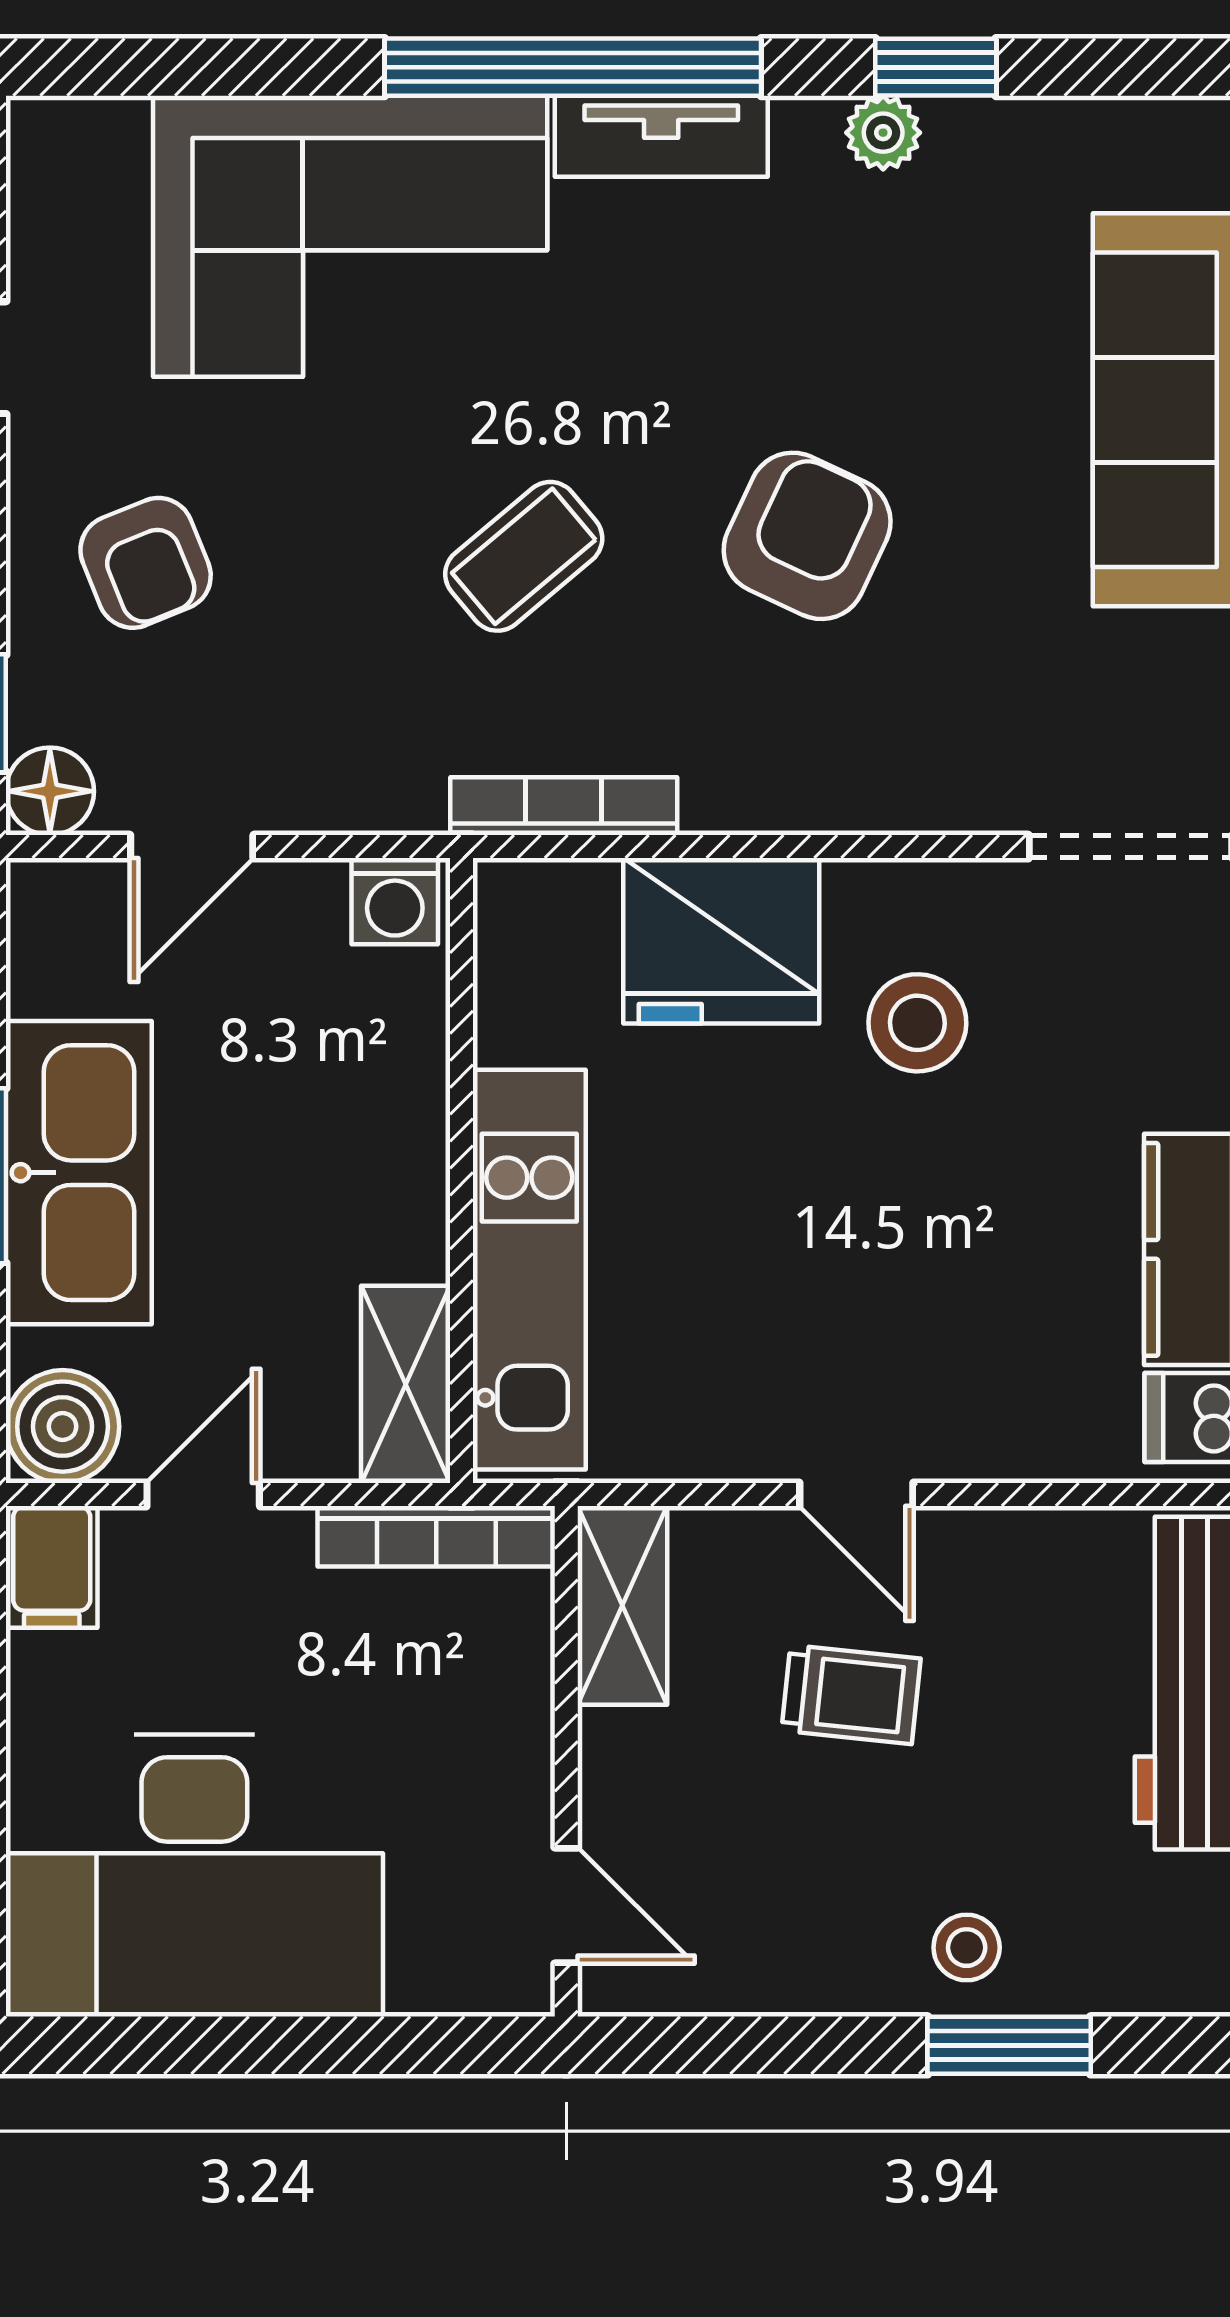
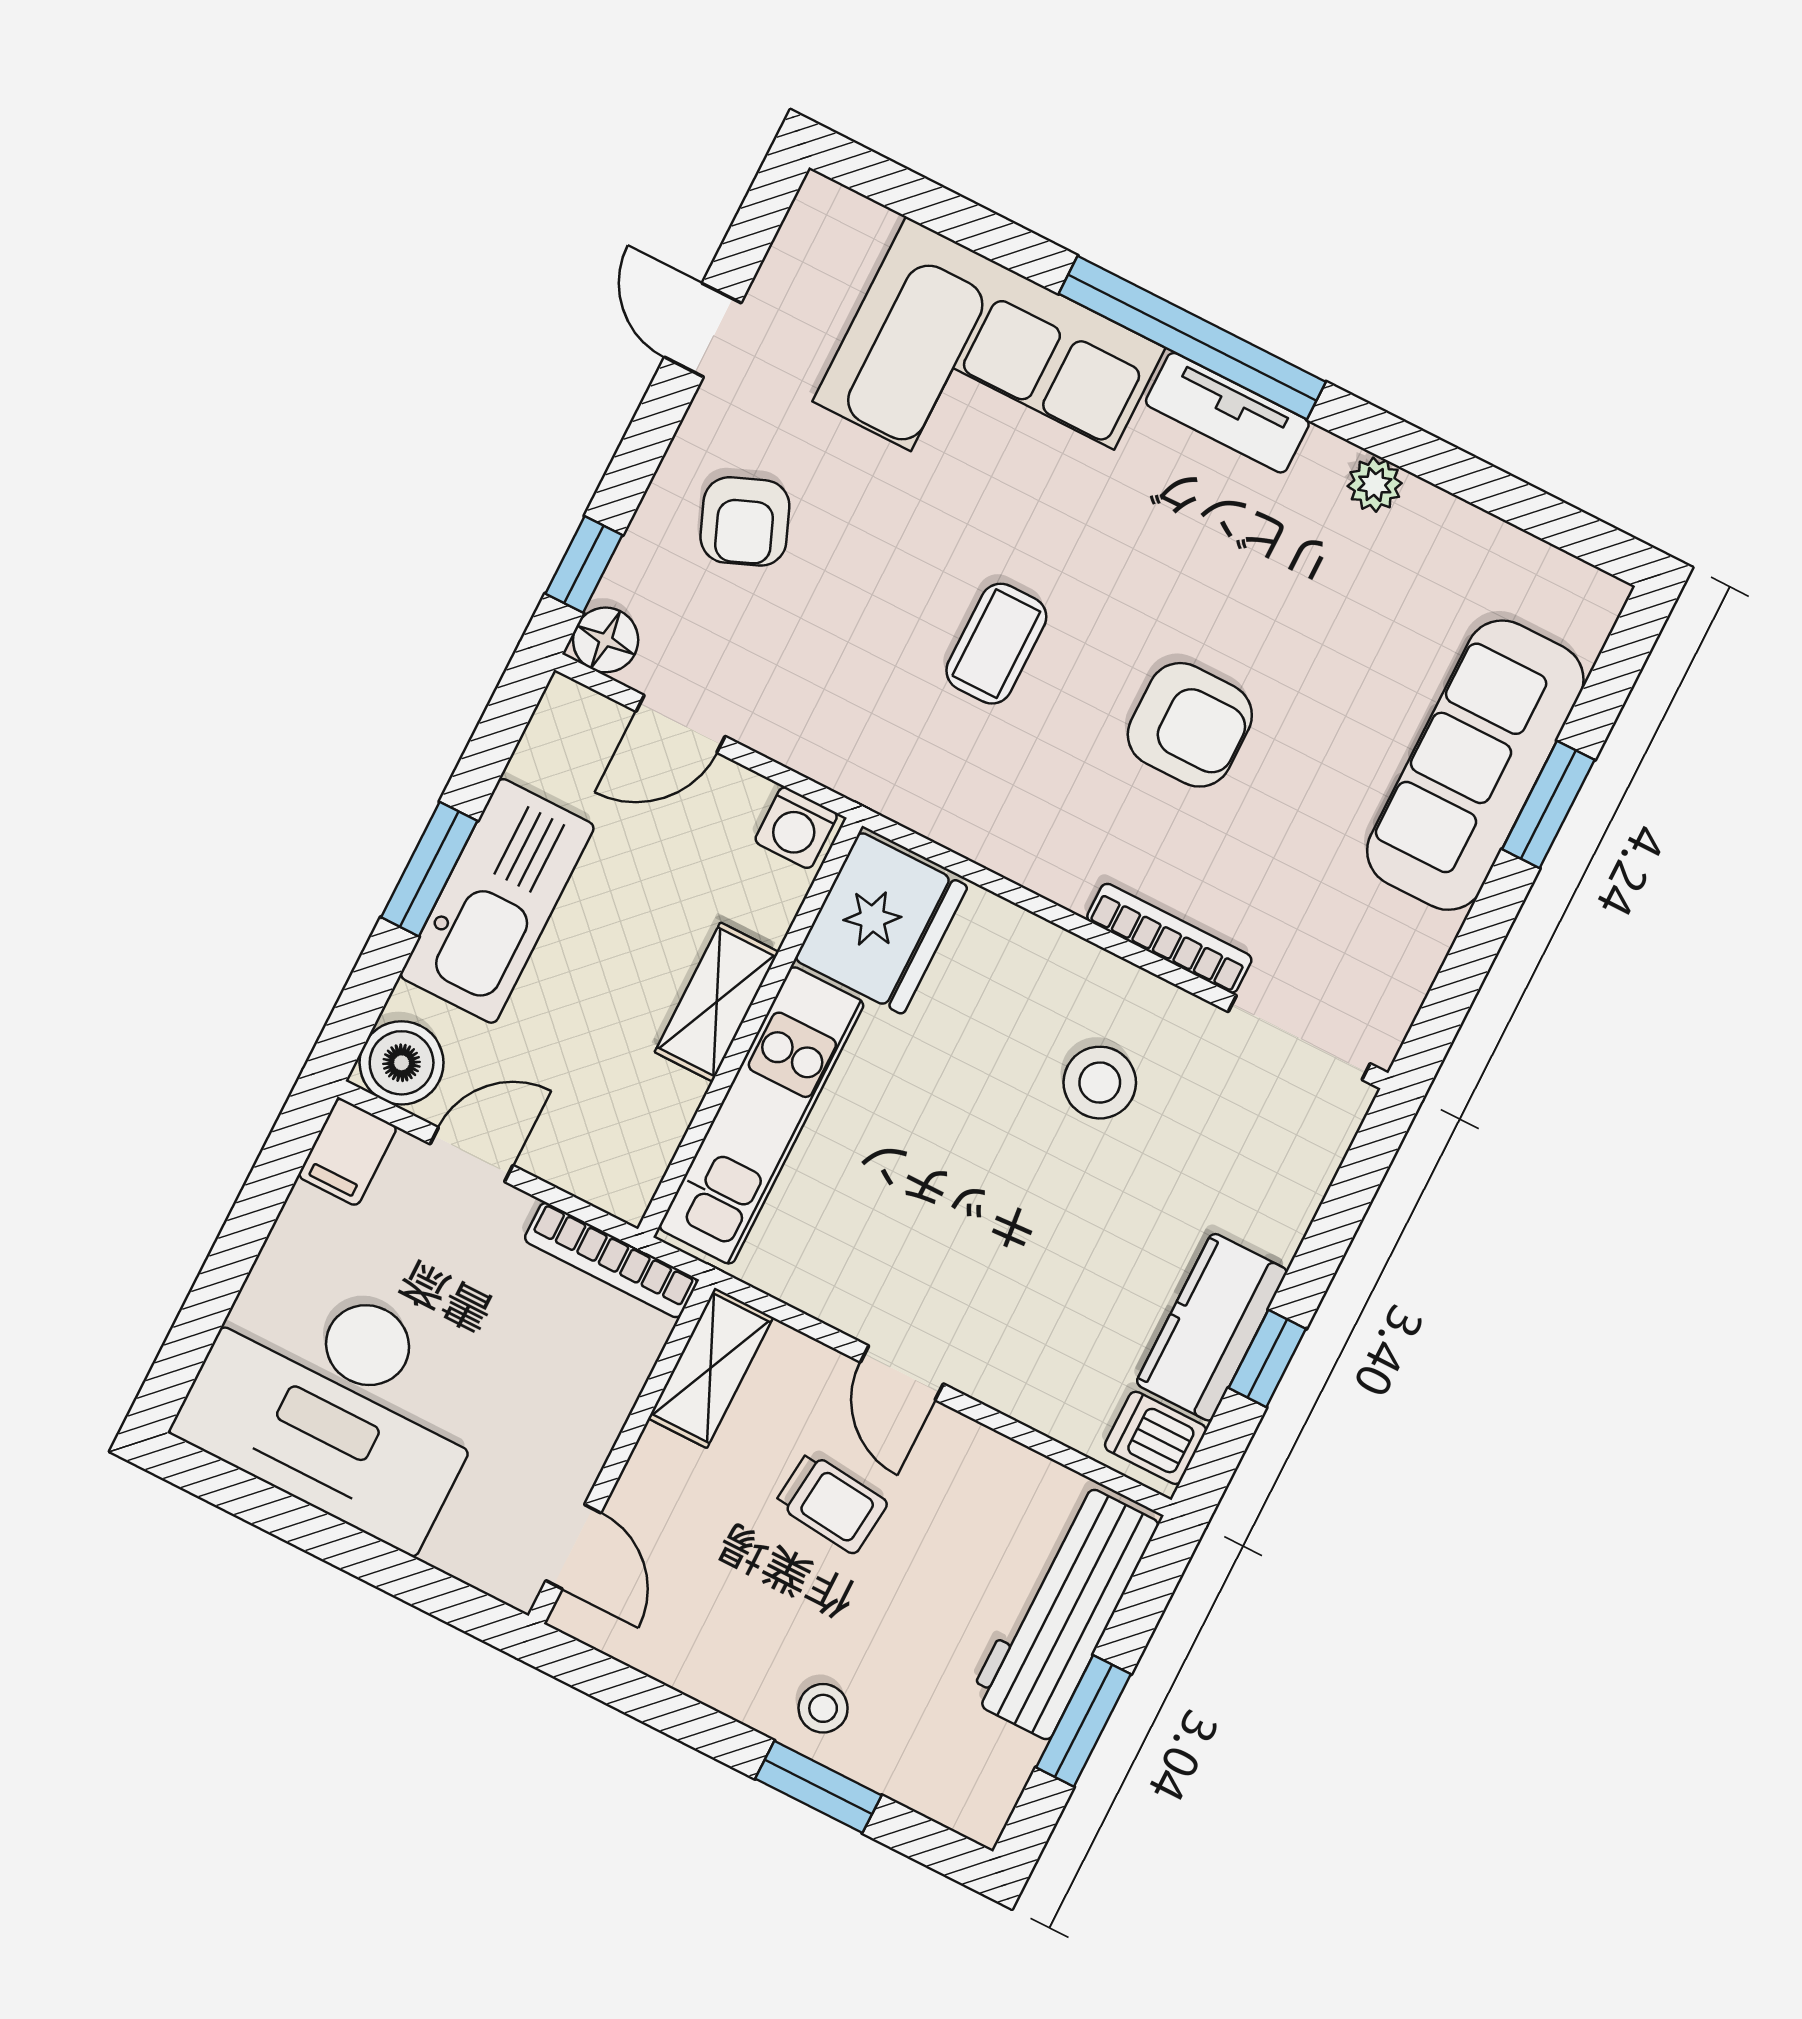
window: (936, 67) -> (1431, 459), removed
armchair: (807, 536) -> (1190, 725), turned 65
coffee table: (524, 556) -> (996, 644), turned -50
bookcase: (564, 806) -> (1169, 938), moved
fridge: (721, 941) -> (881, 923), moved, turned -90
shelving: (406, 1384) -> (717, 1002), moved

